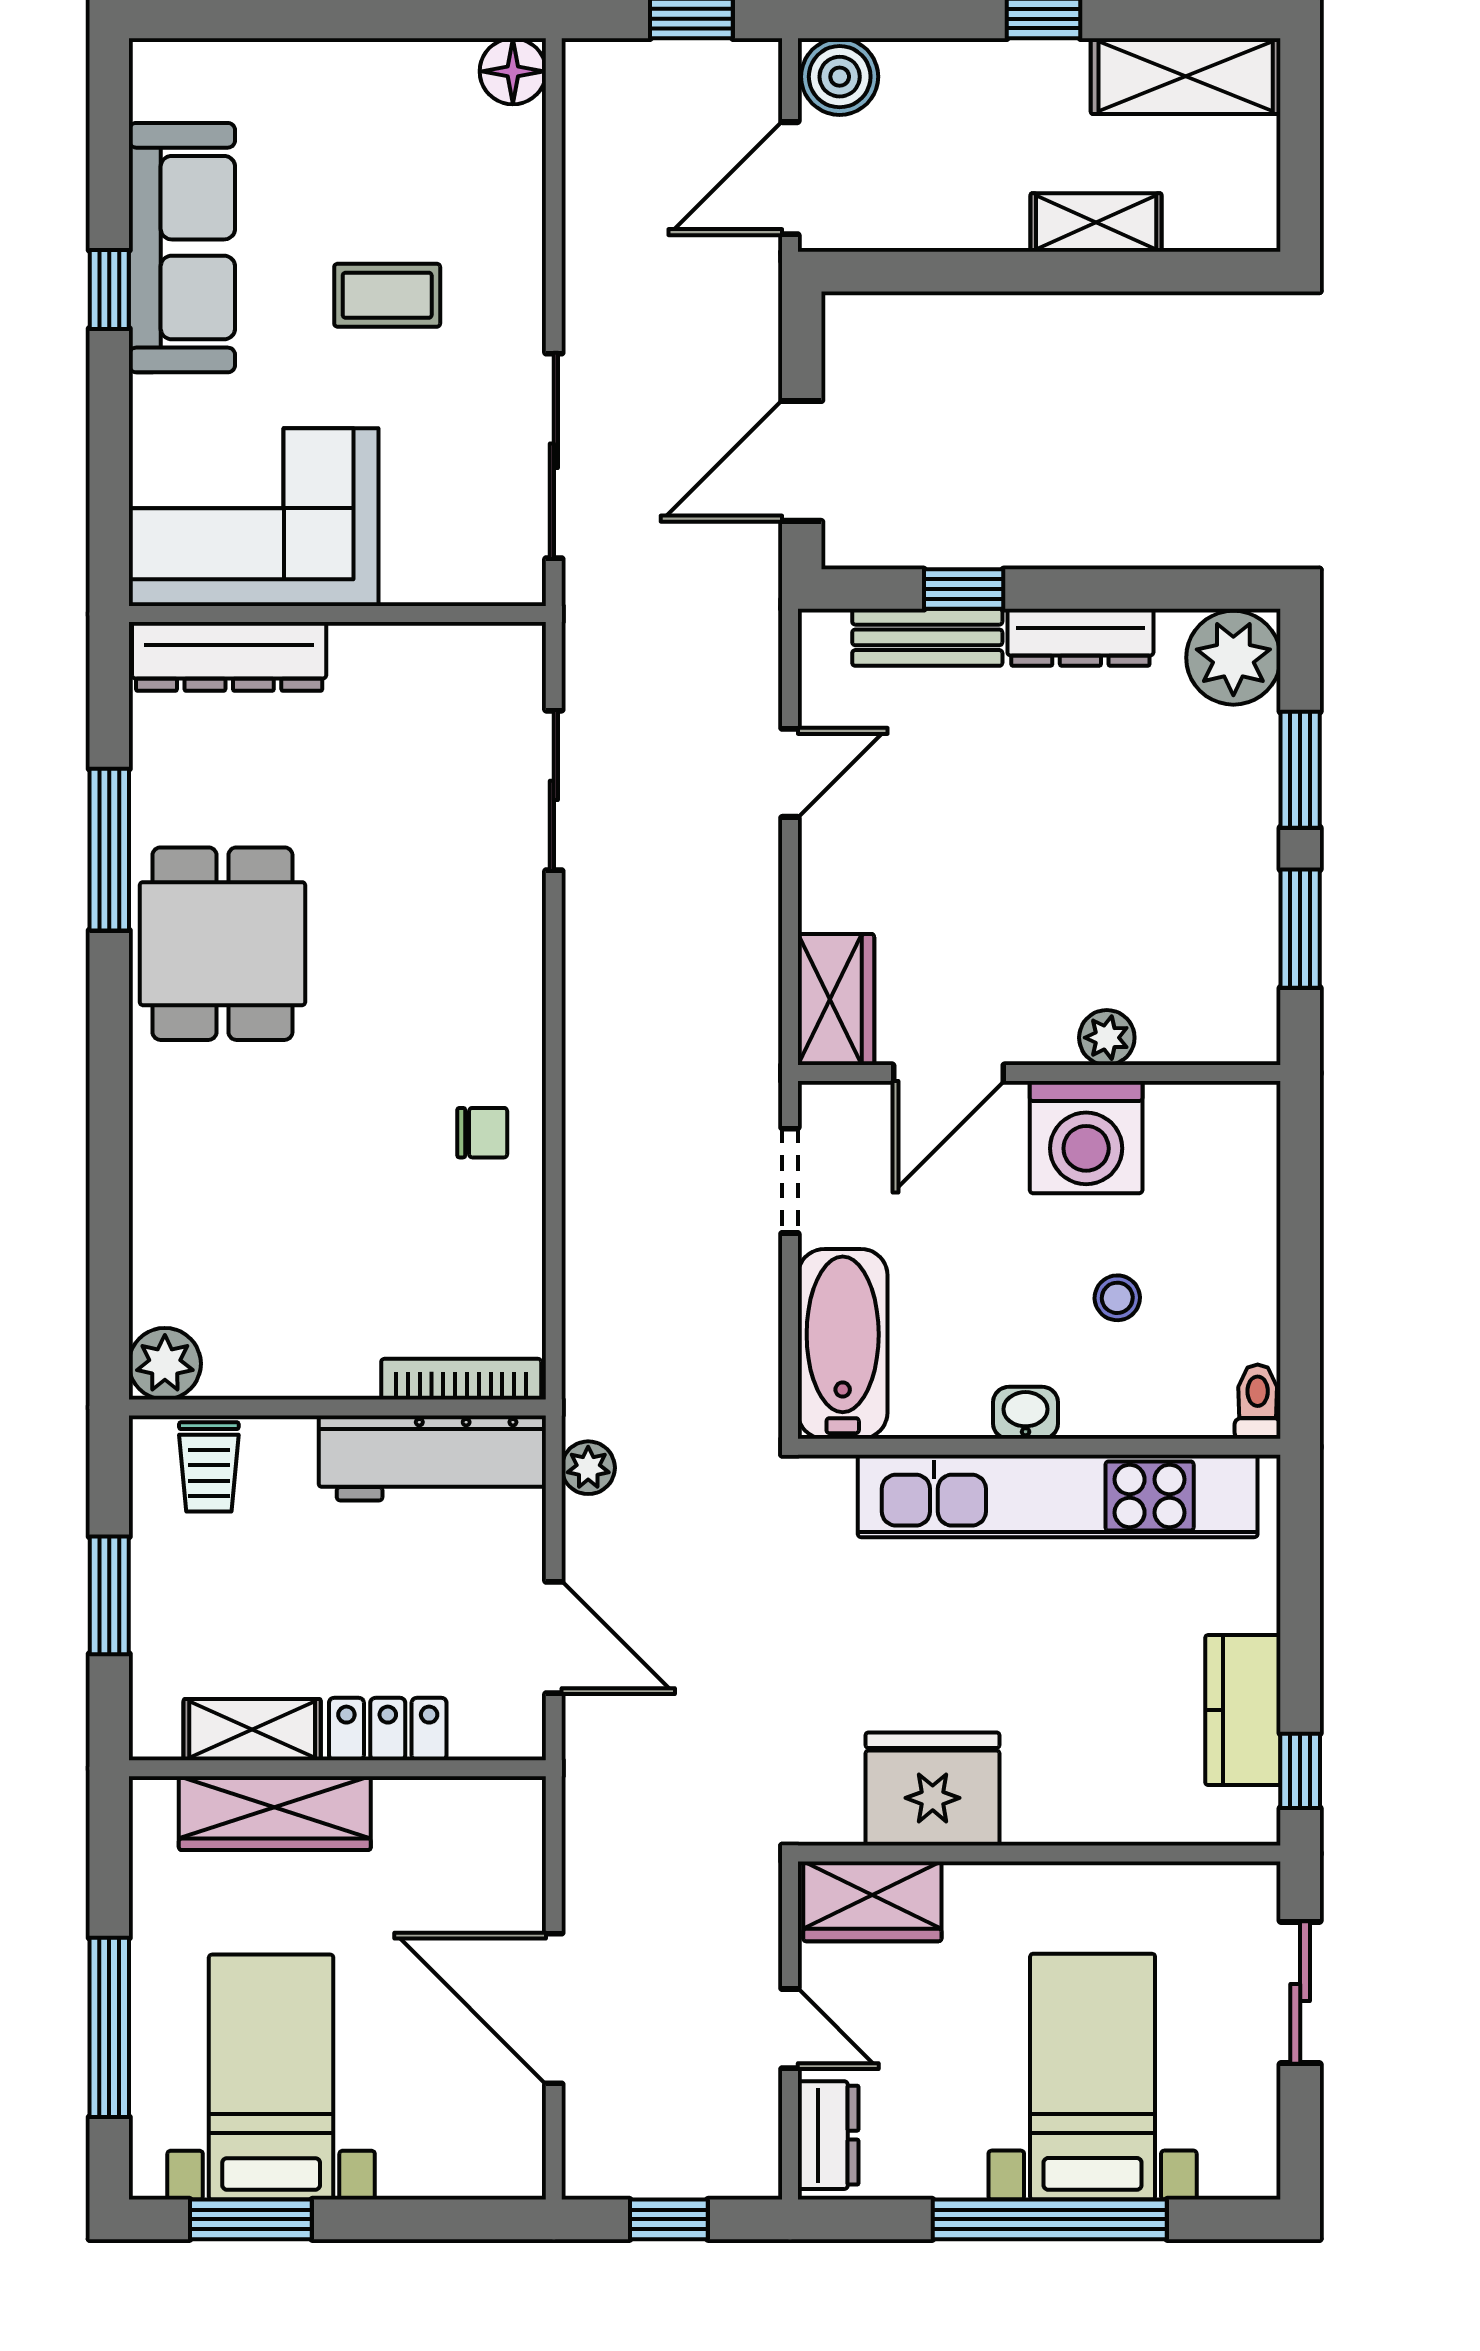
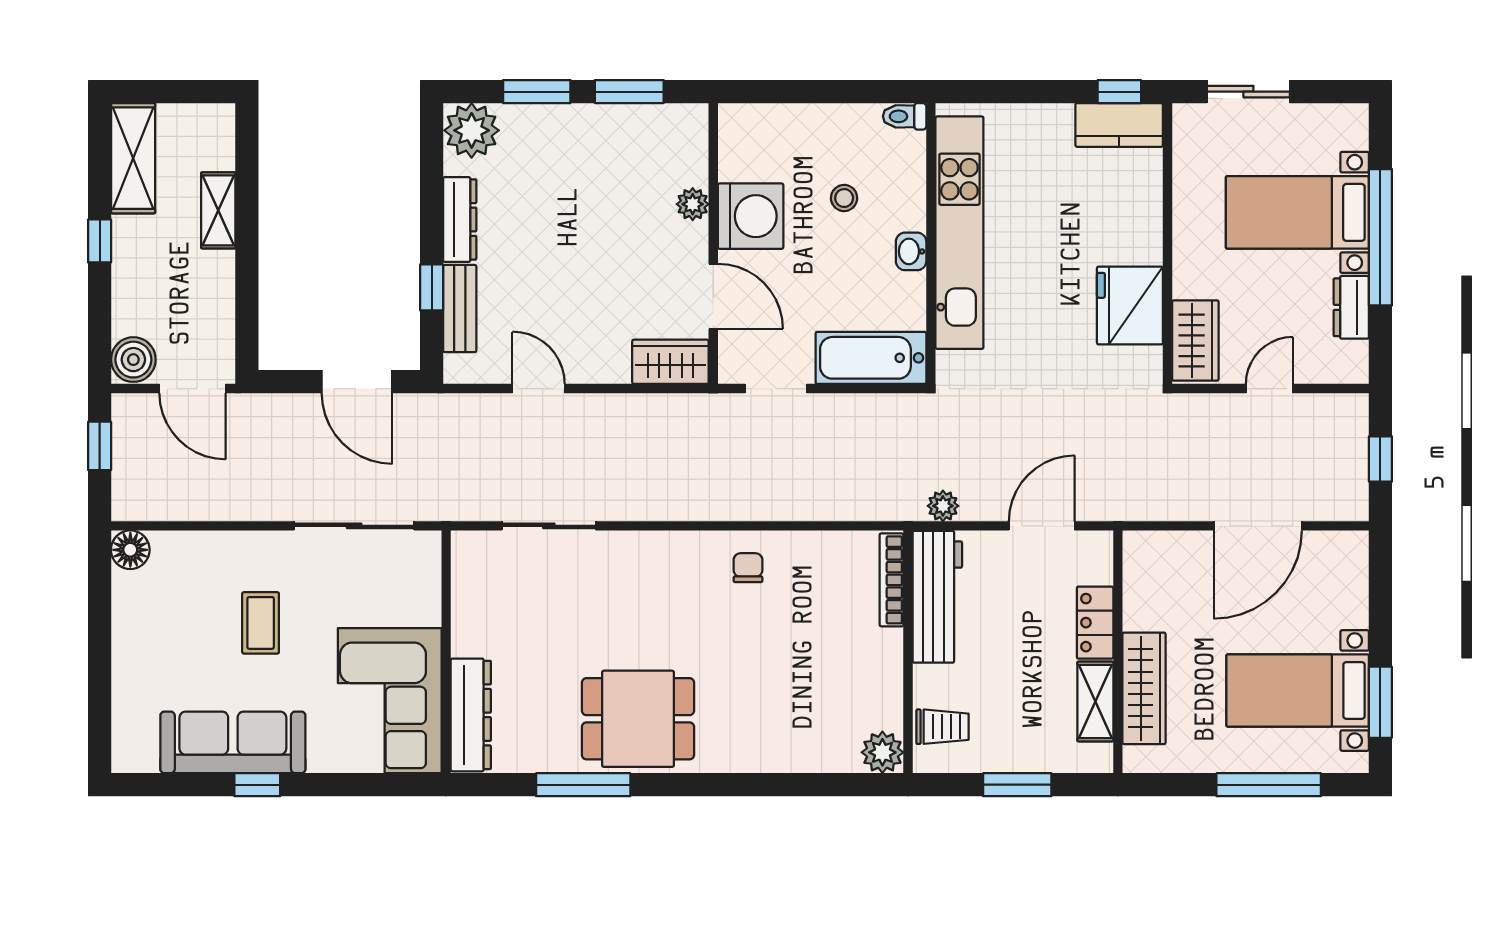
kitchen counter: (1243, 1710) -> (1119, 125), moved
dresser: (828, 2135) -> (1351, 307), moved, turned -90

